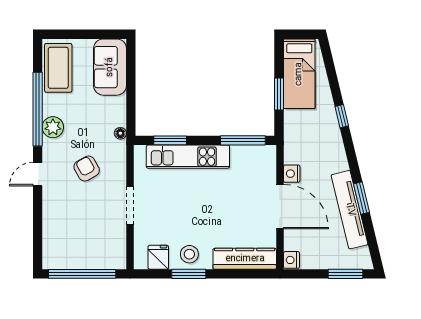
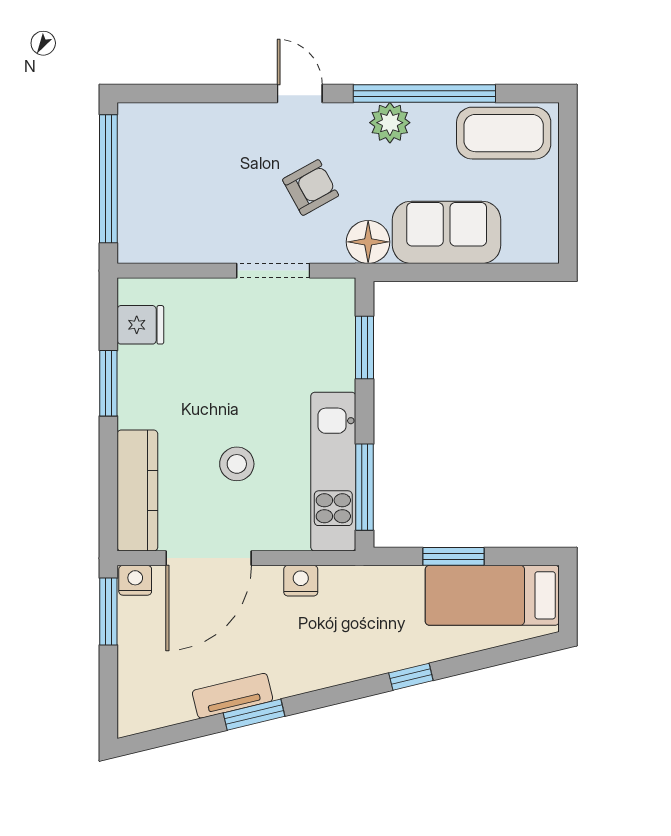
sofa: (110, 67) -> (447, 232), moved
floor lamp: (120, 133) -> (368, 242), width x1.89, depth x1.89
kitchen unit: (188, 157) -> (333, 472), moved
doorway: (130, 205) -> (273, 271), moved
door: (280, 207) -> (209, 558), moved
tv unit: (350, 210) -> (233, 696), width x0.52, depth x0.78
stool: (189, 254) -> (237, 464), moved
window: (345, 274) -> (108, 612), moved

